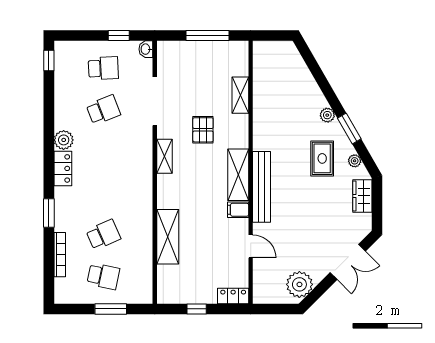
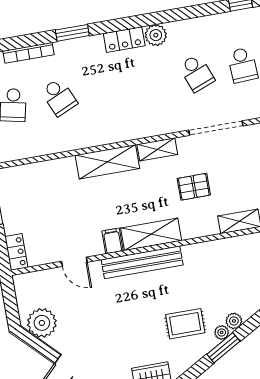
plant: (355, 161) -> (222, 332), moved
shelving: (168, 237) -> (107, 162), moved
door: (251, 246) -> (74, 262), hinge flipped

